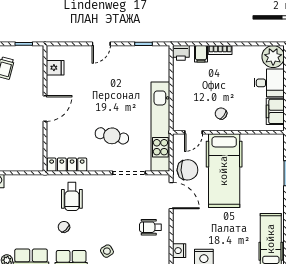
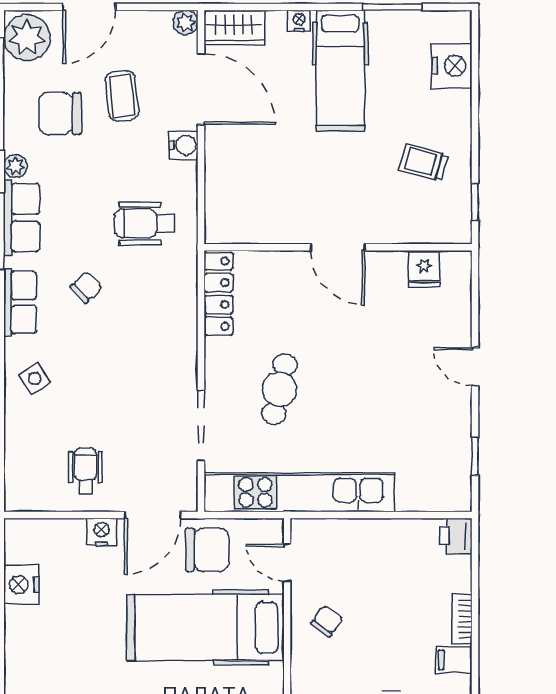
filing cabinet: (201, 54) -> (454, 660), moved
chair: (187, 170) -> (207, 550), turned -87
wheelchair: (72, 197) -> (145, 223), moved
nightstand: (179, 251) -> (102, 532), moved

